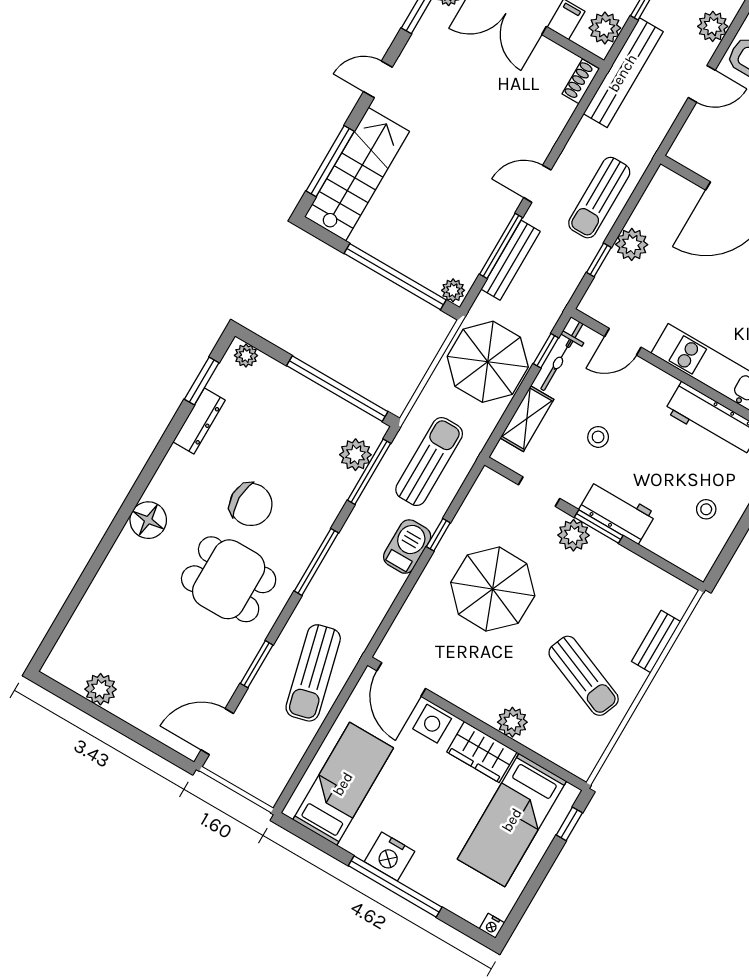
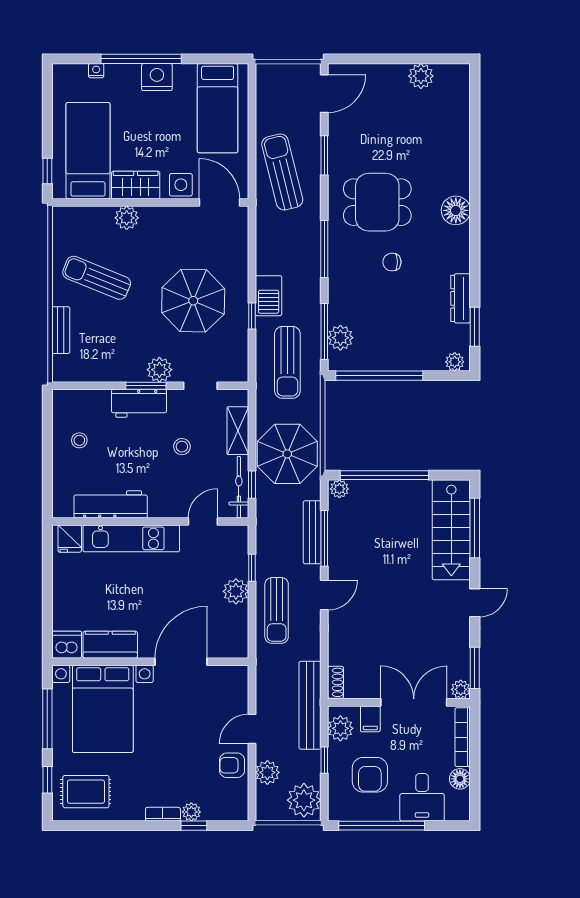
sun lounger: (599, 198) -> (277, 610), turned 180
chair: (251, 504) -> (392, 262), width x0.54, depth x0.54
nightstand: (492, 926) -> (96, 71), moved

